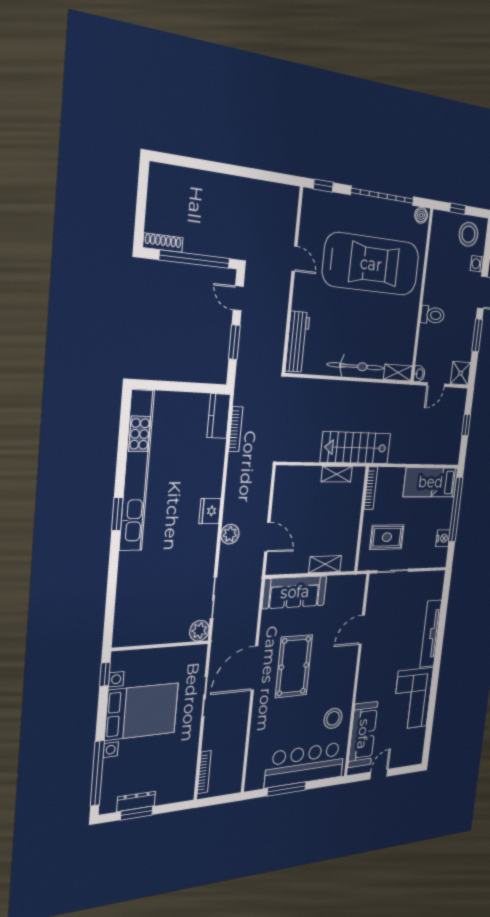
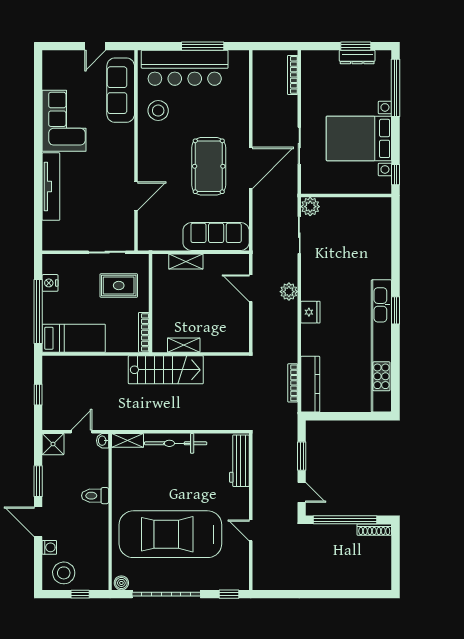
kitchen counter: (219, 416) -> (310, 384), width x1.50

